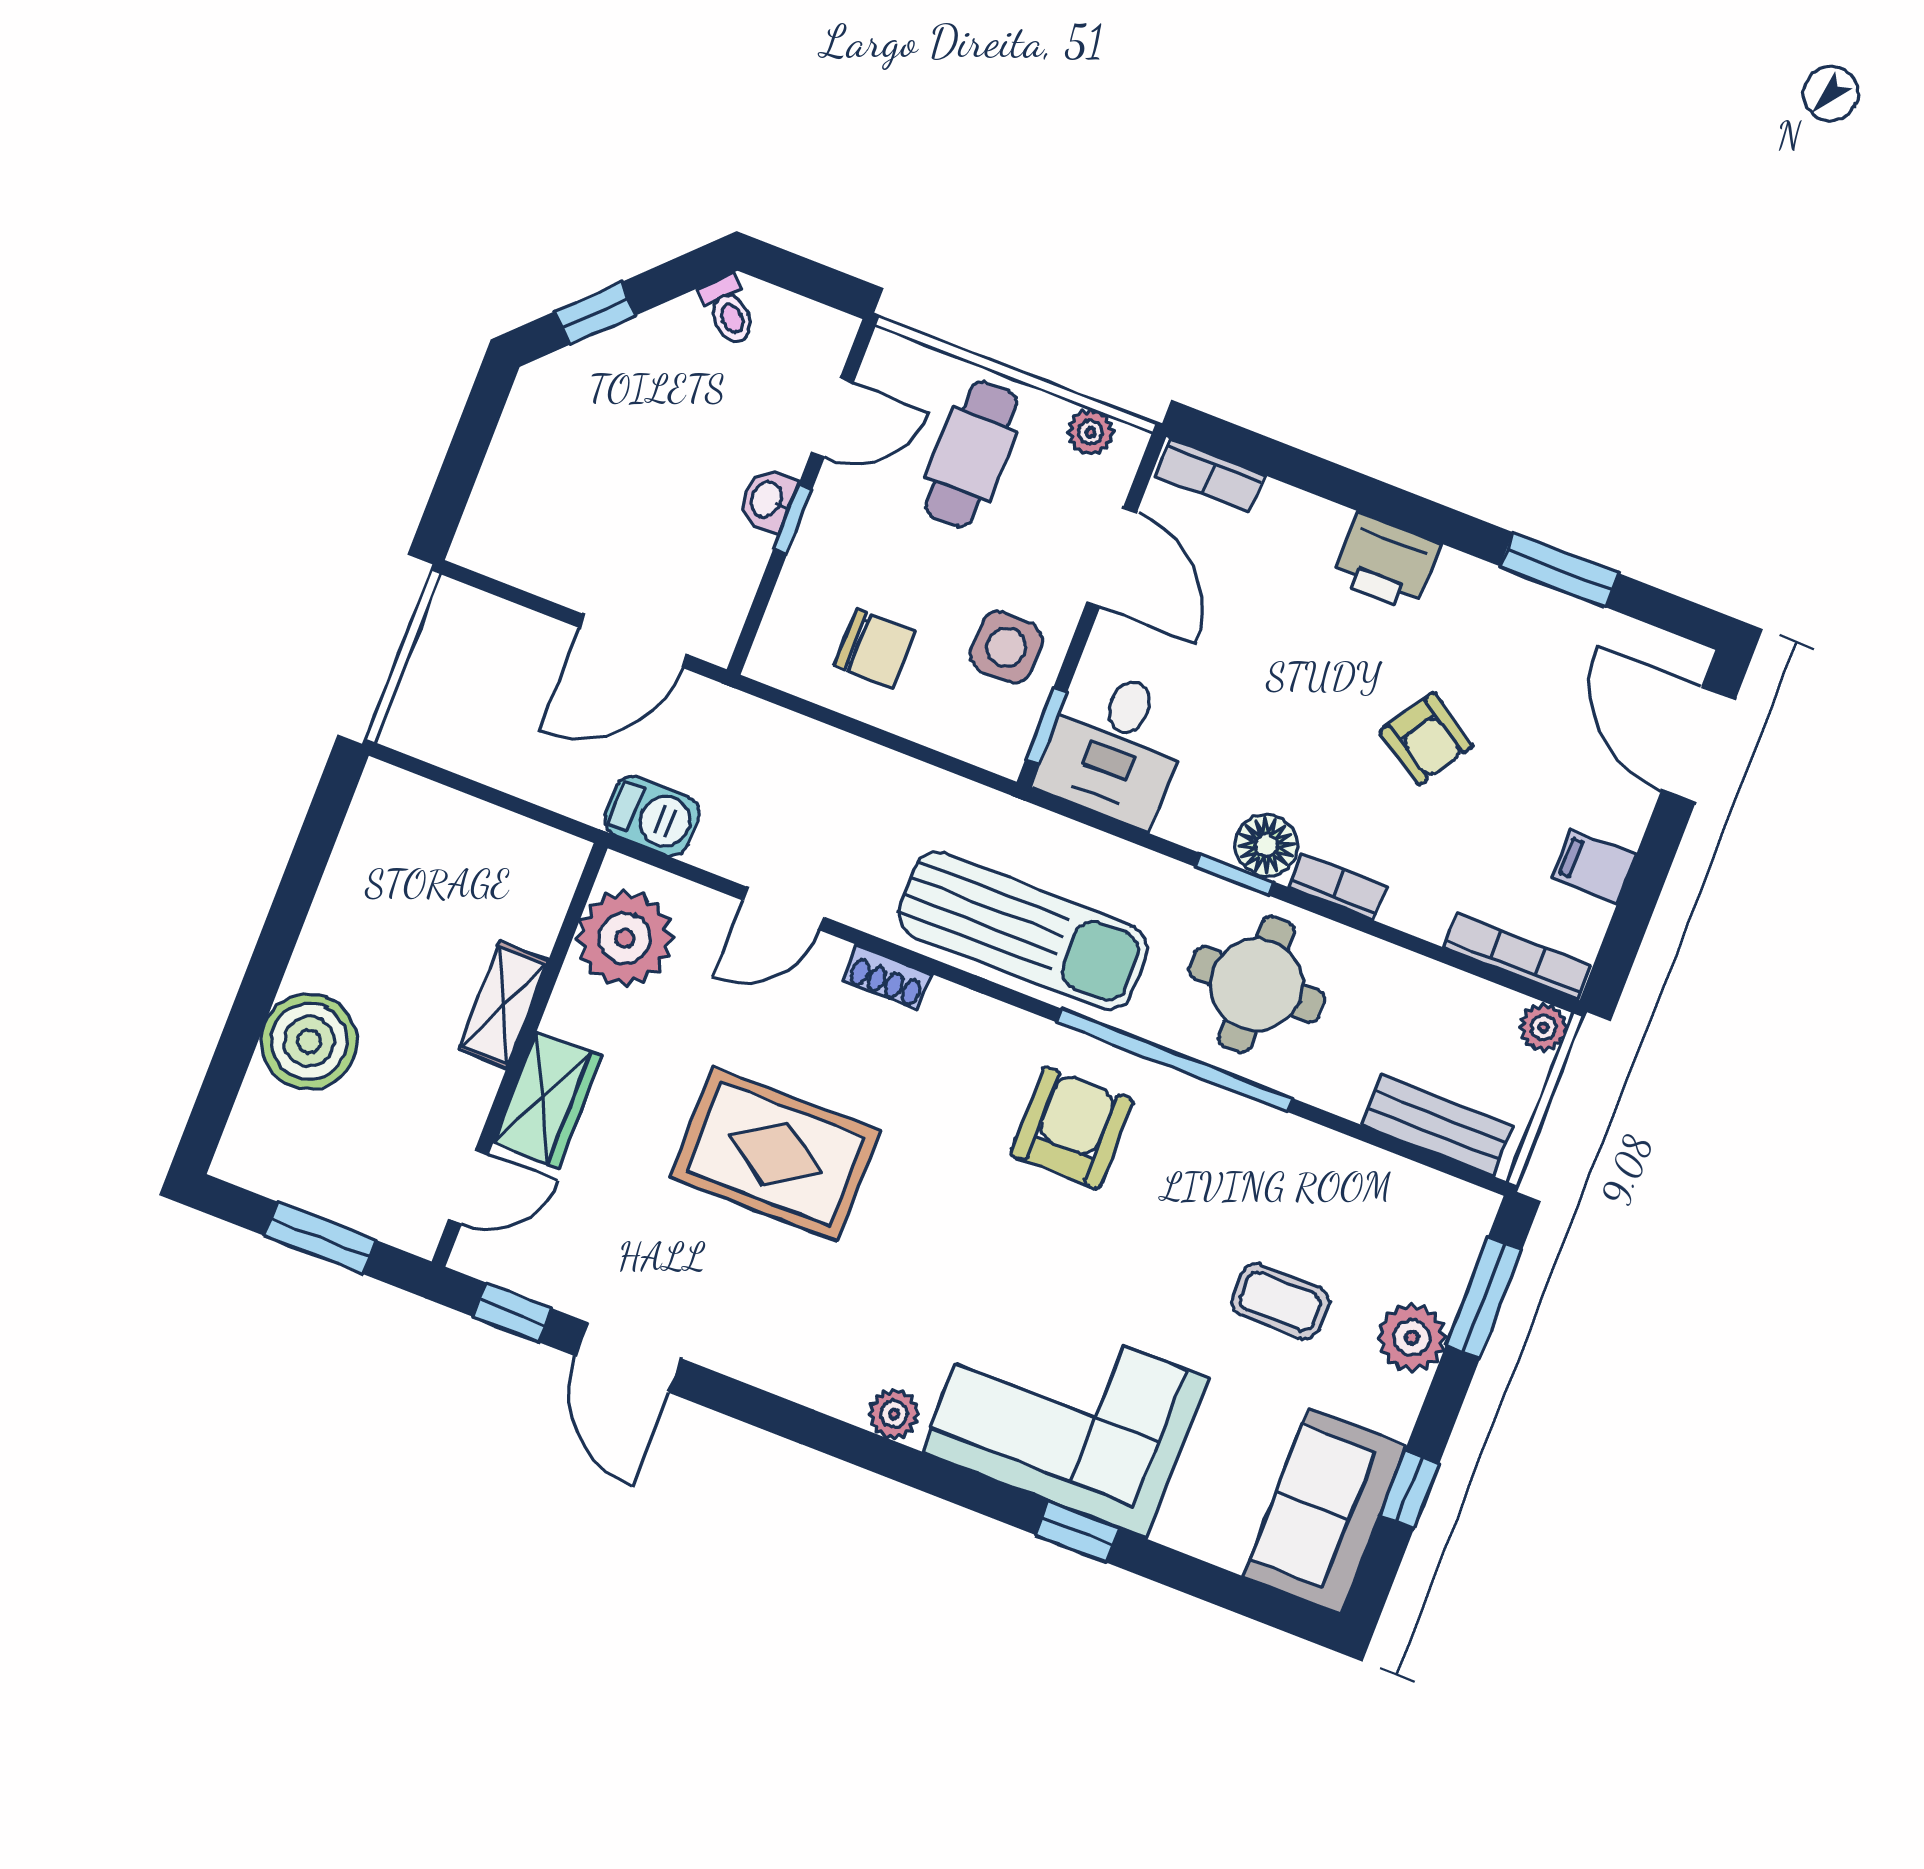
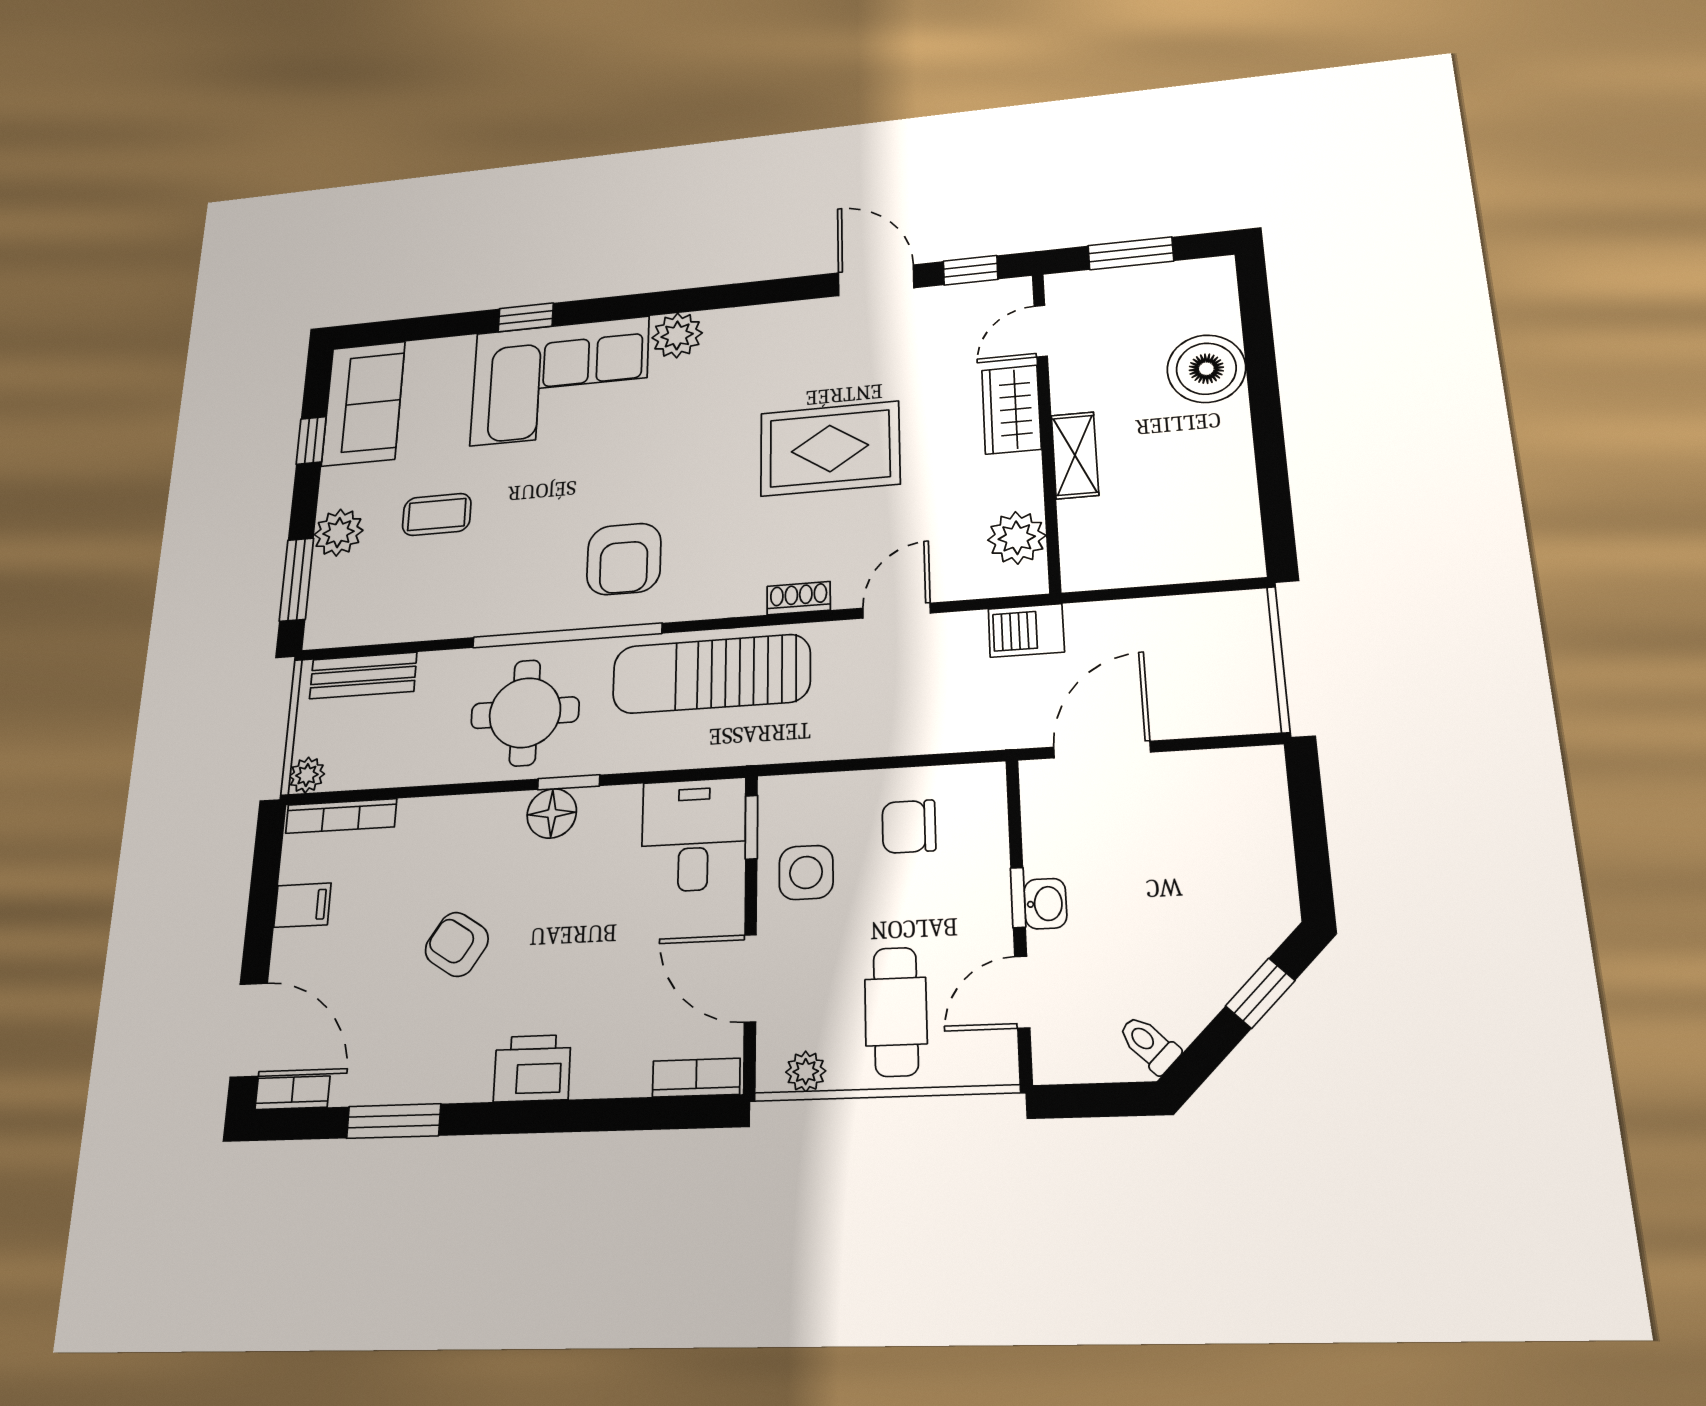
bookcase: (1338, 887) -> (292, 1093), moved, turned 180
plant: (625, 938) -> (1017, 538), width x0.73, depth x0.73
plant: (894, 1414) -> (677, 335), width x1.38, depth x1.38

